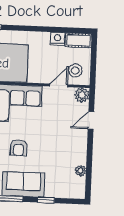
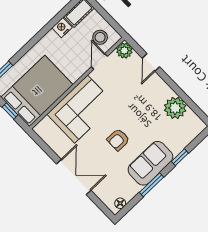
armchair: (19, 148) -> (118, 140), turned 90
plant: (81, 171) -> (175, 108), width x1.88, depth x1.88

